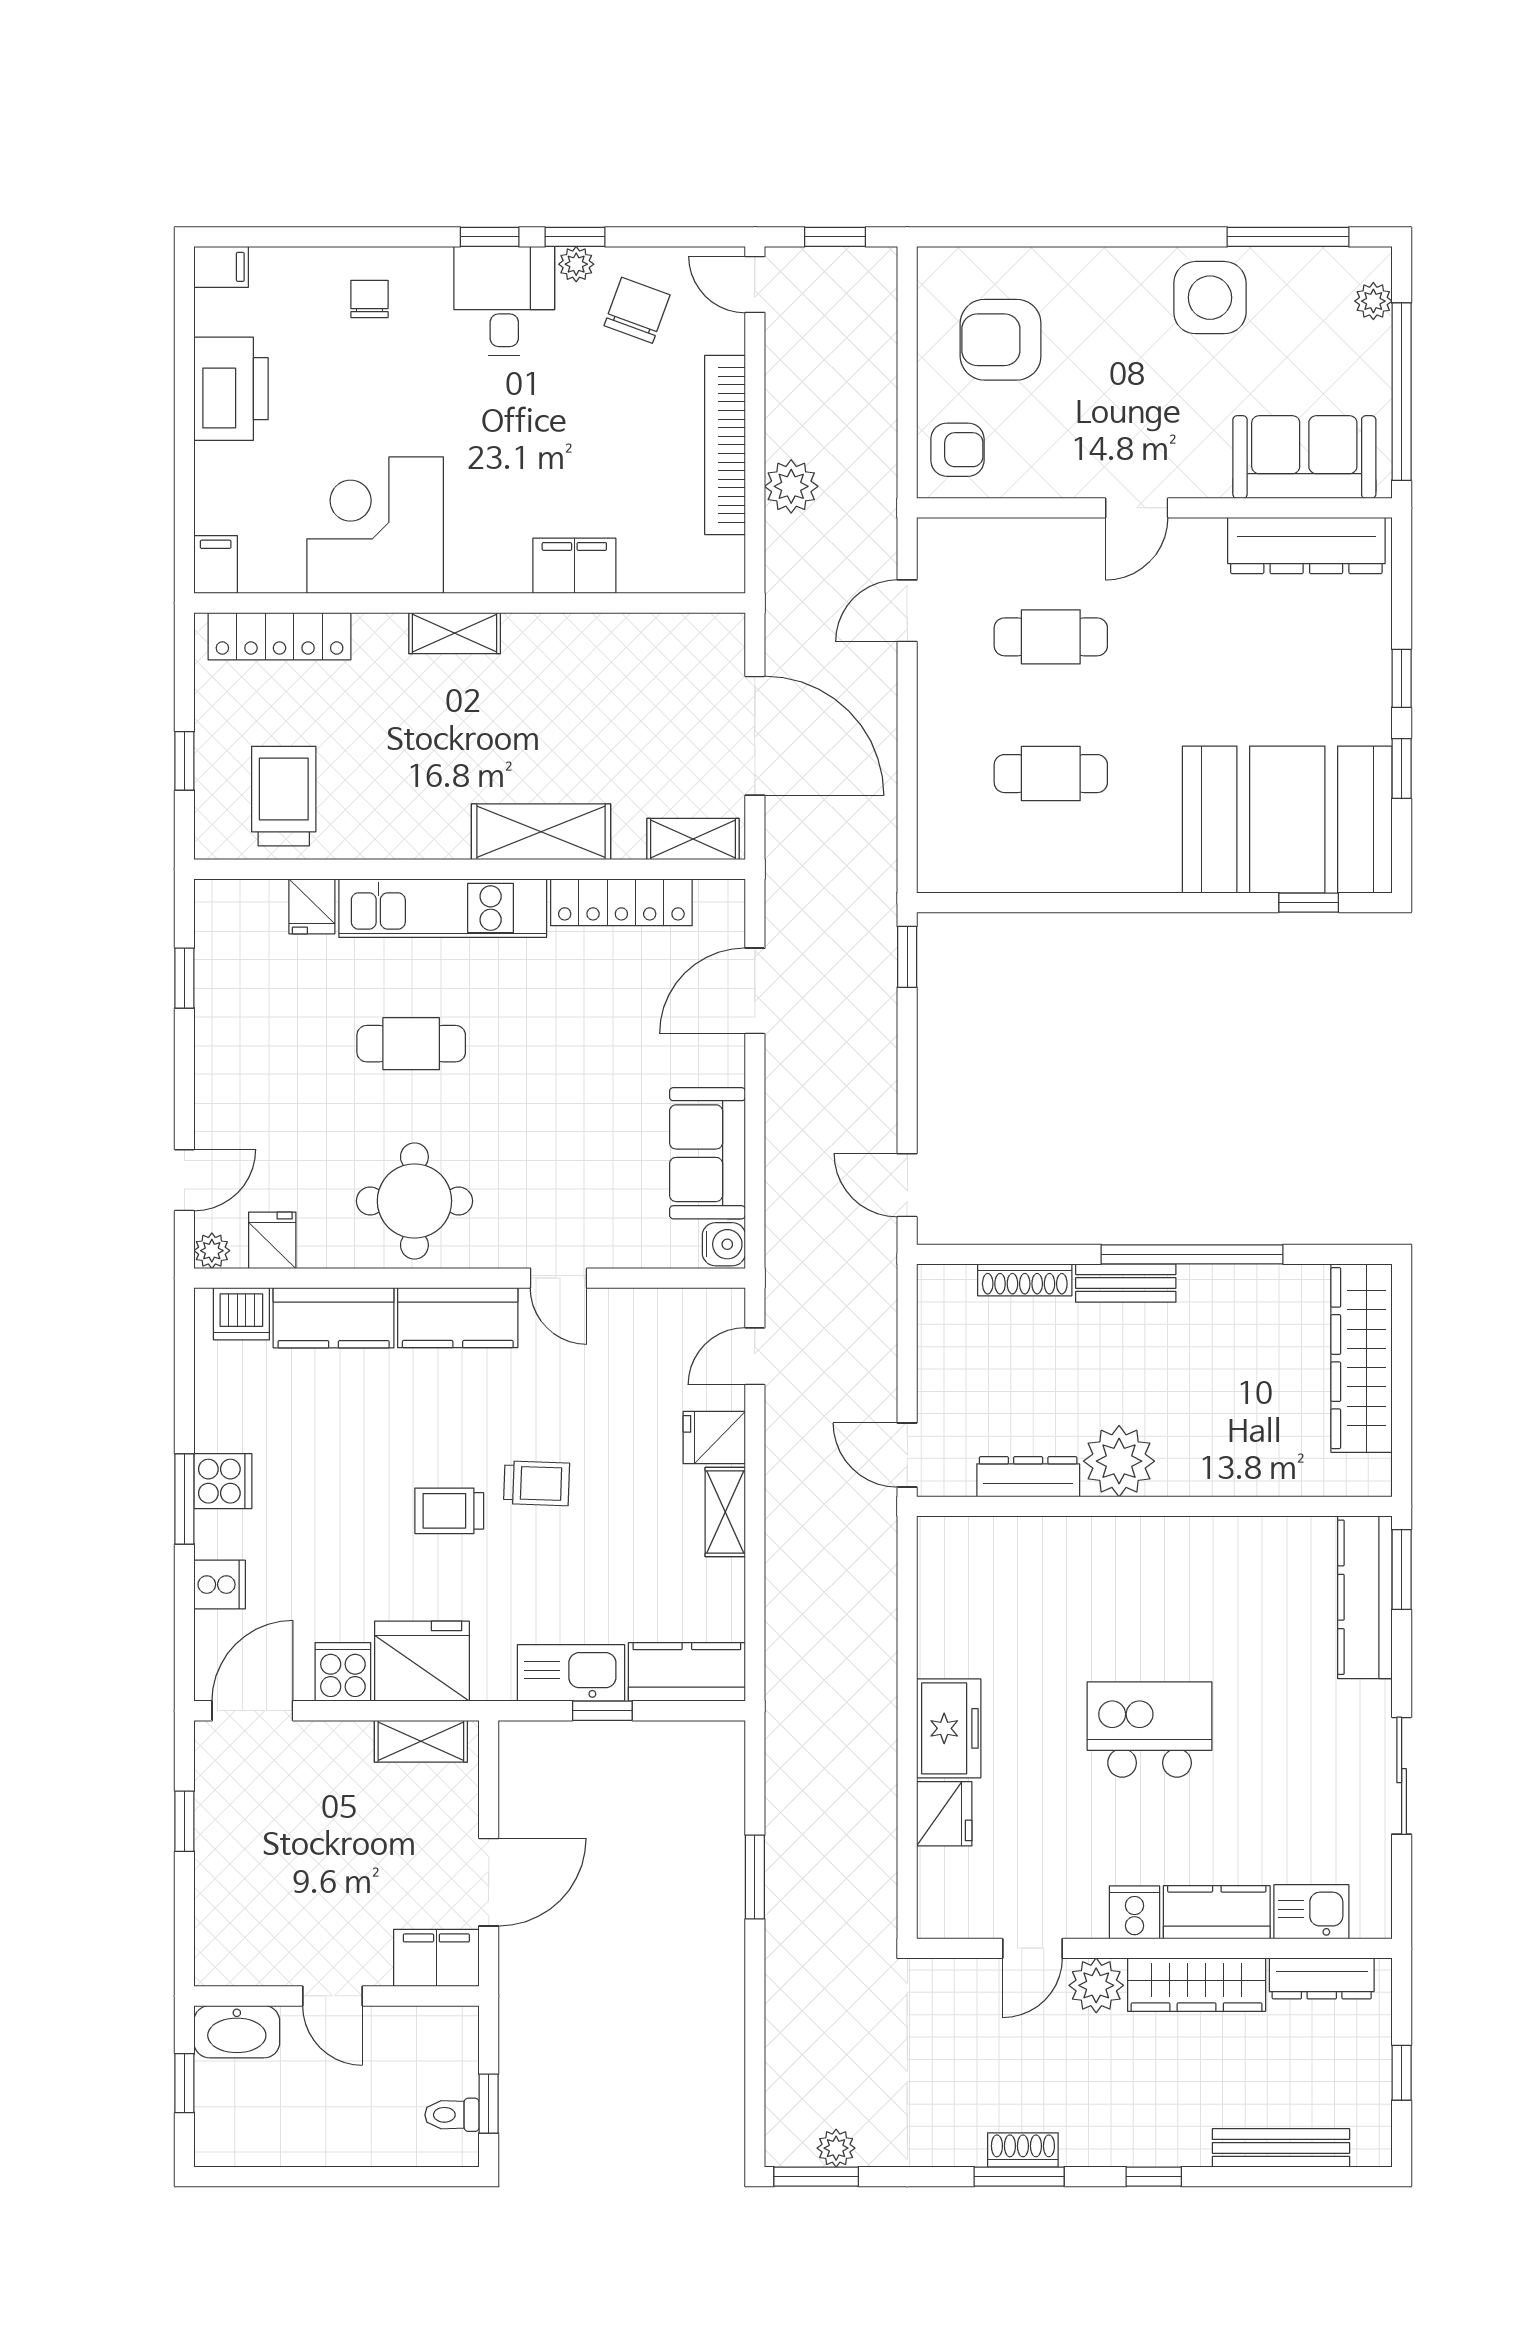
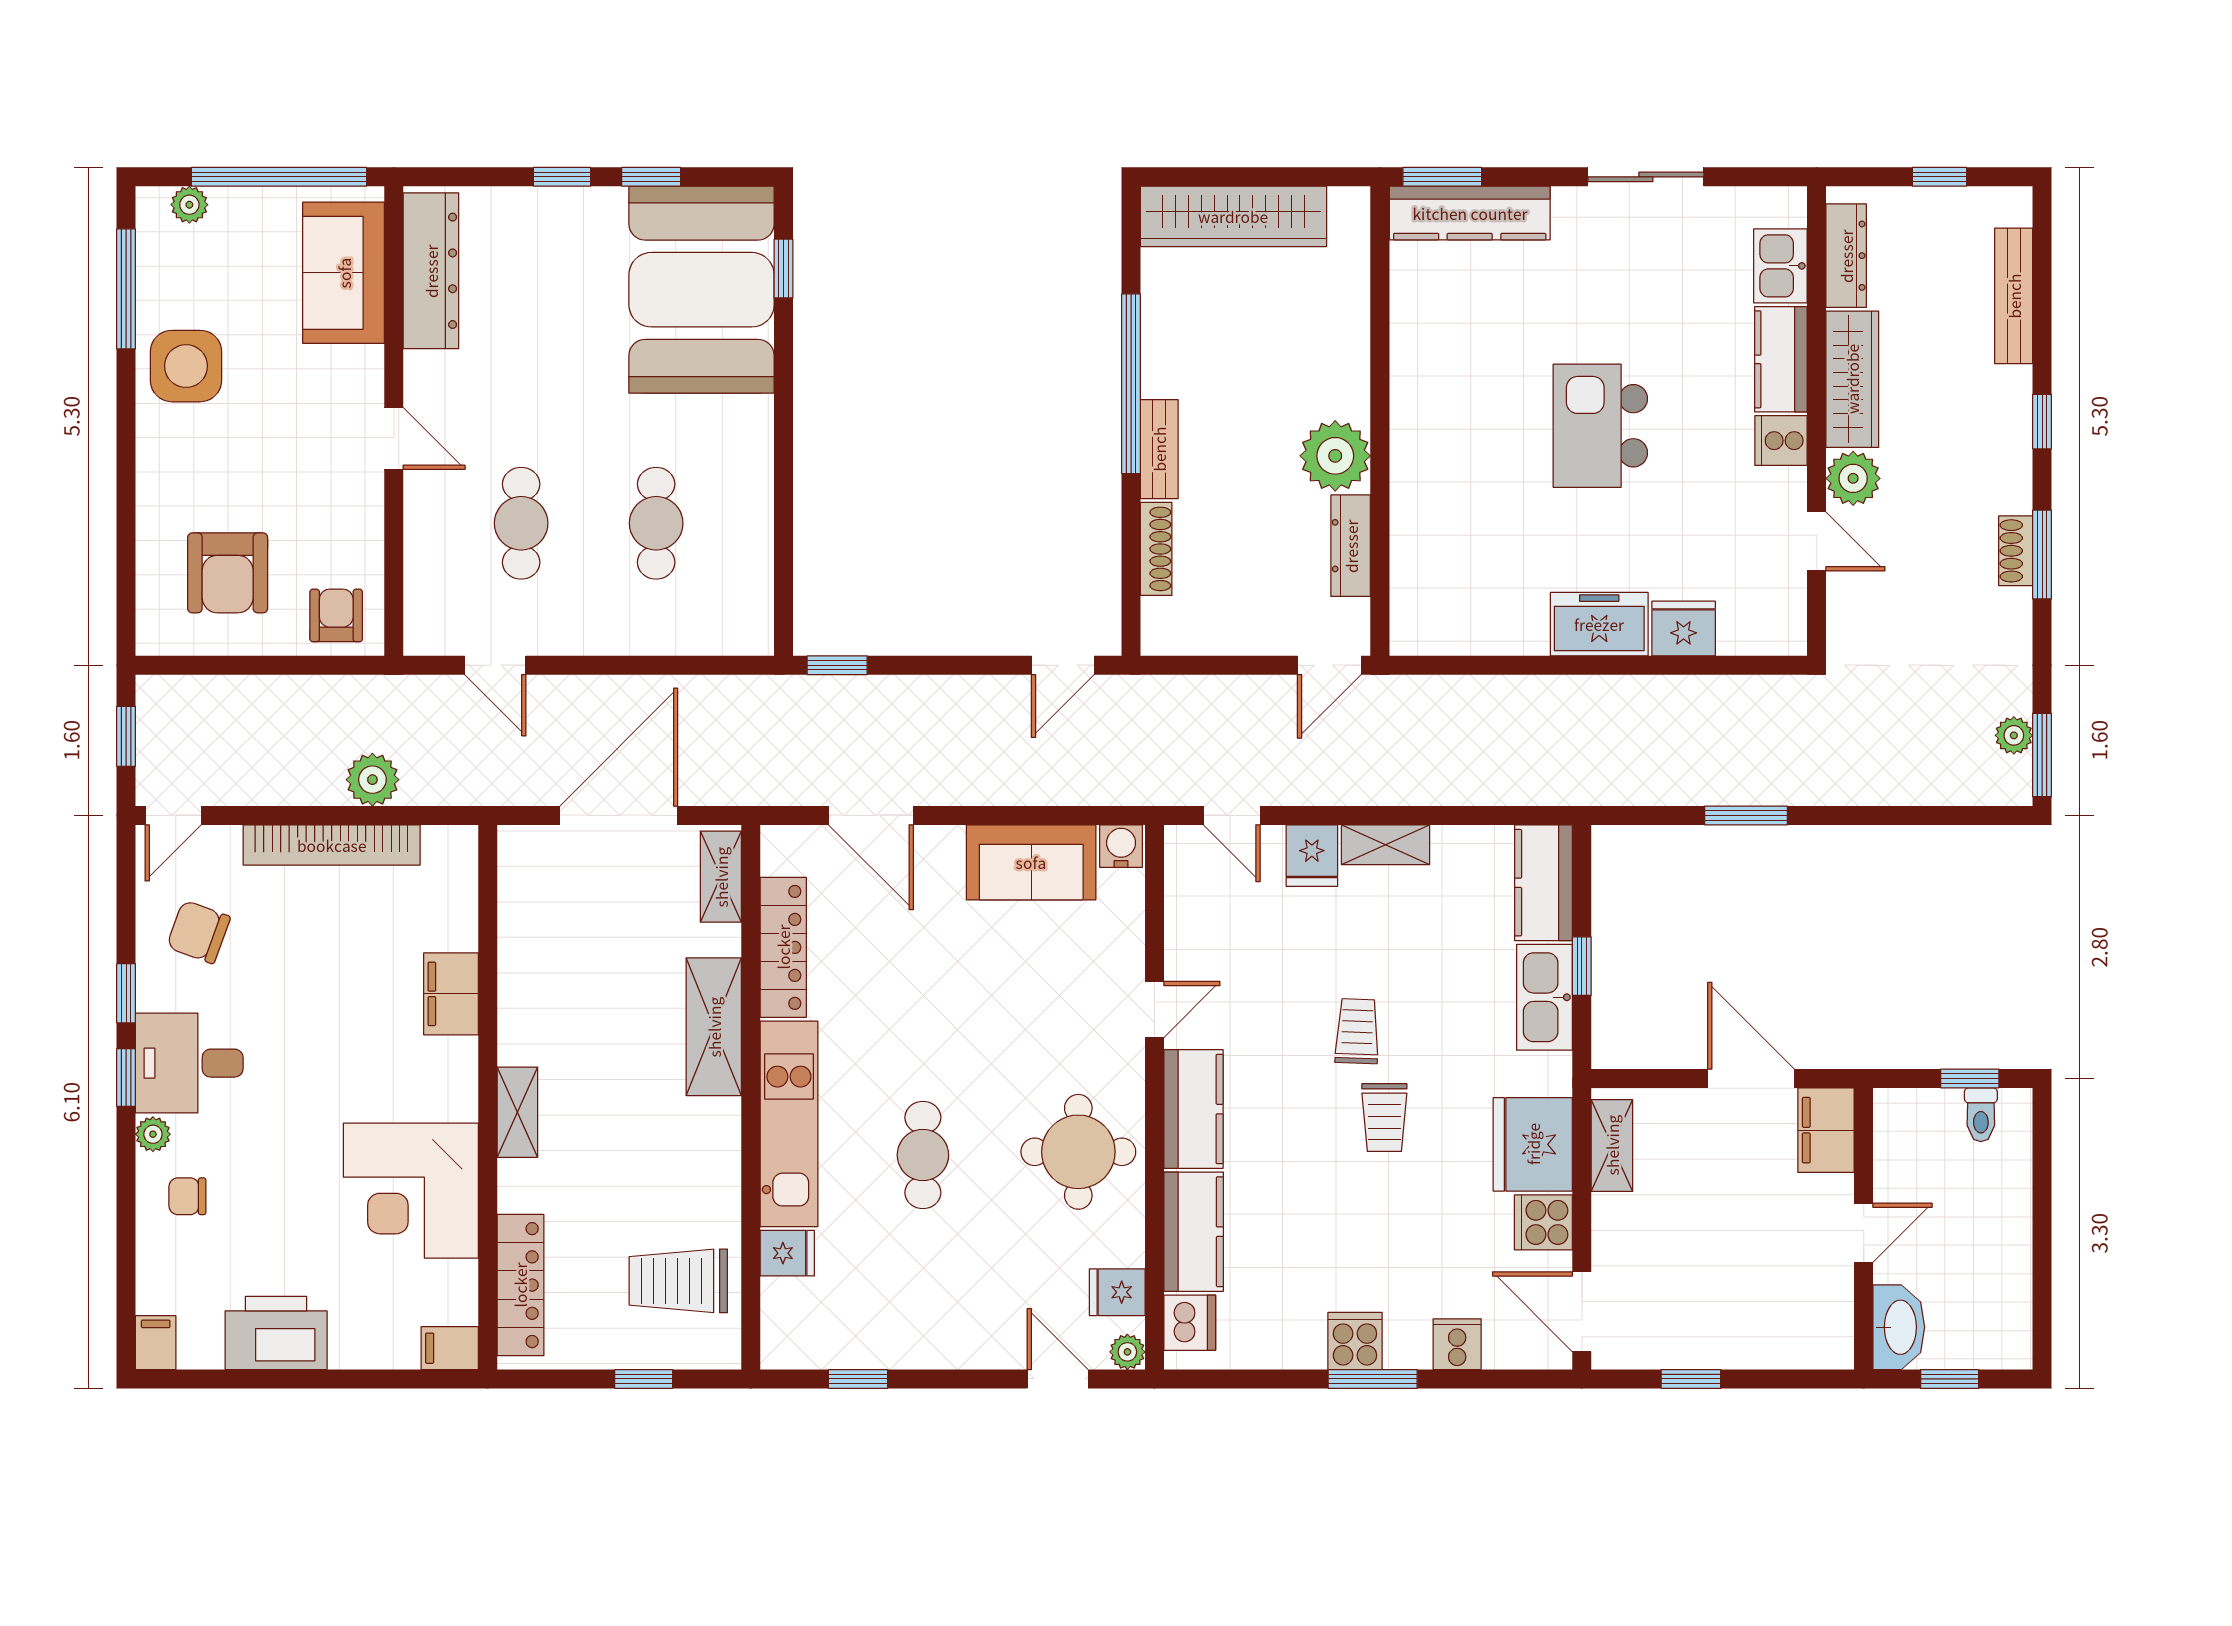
plant: (576, 264) -> (153, 1134), moved

